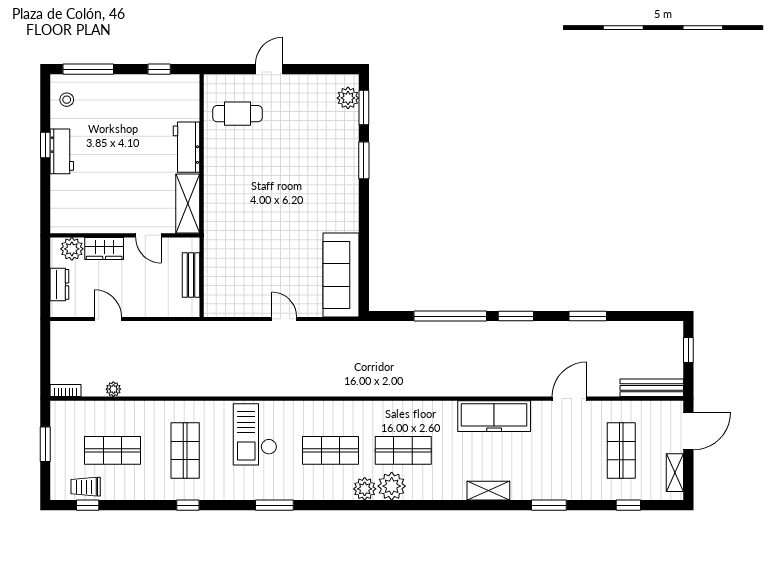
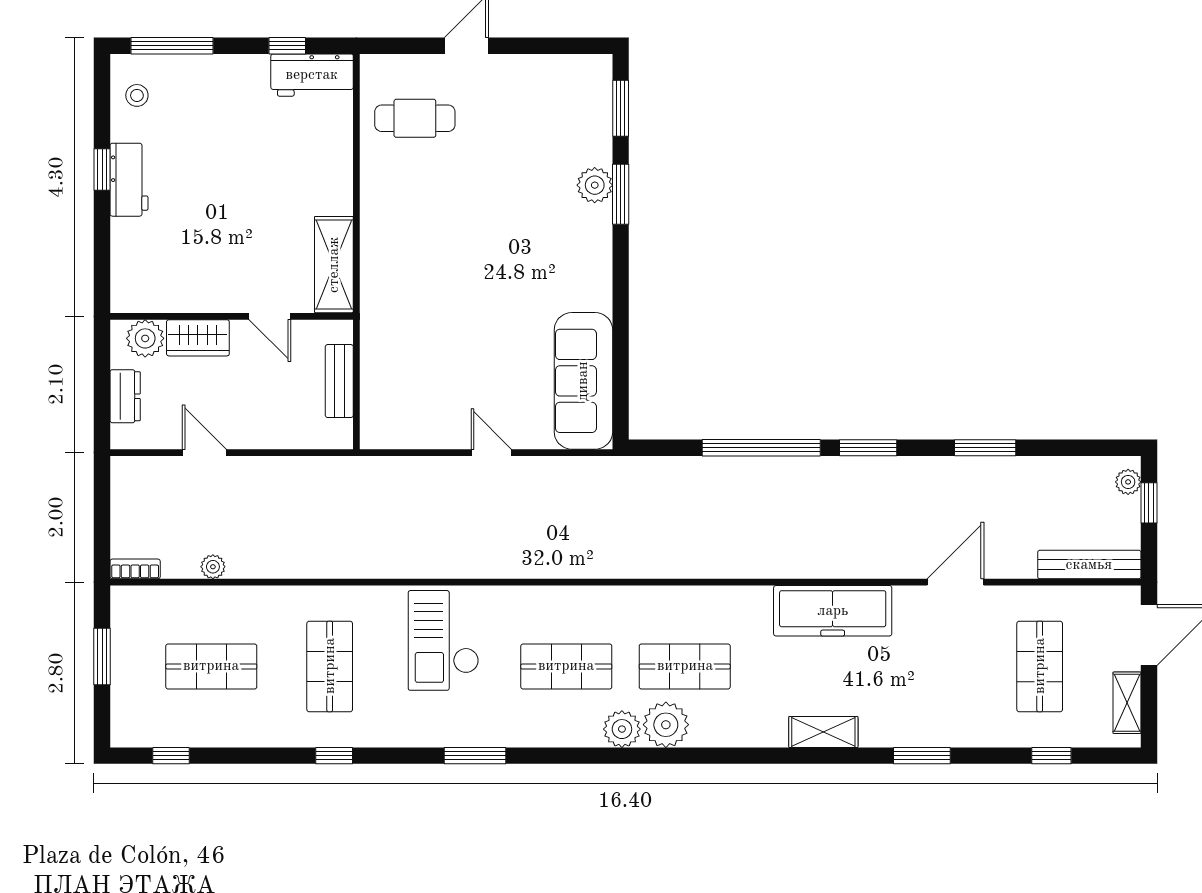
plant: (348, 98) -> (595, 185), moved
workbench: (187, 147) -> (312, 75), moved, turned -90
plant: (676, 337) -> (1128, 482), added
trolley: (86, 487) -> (168, 726), removed

